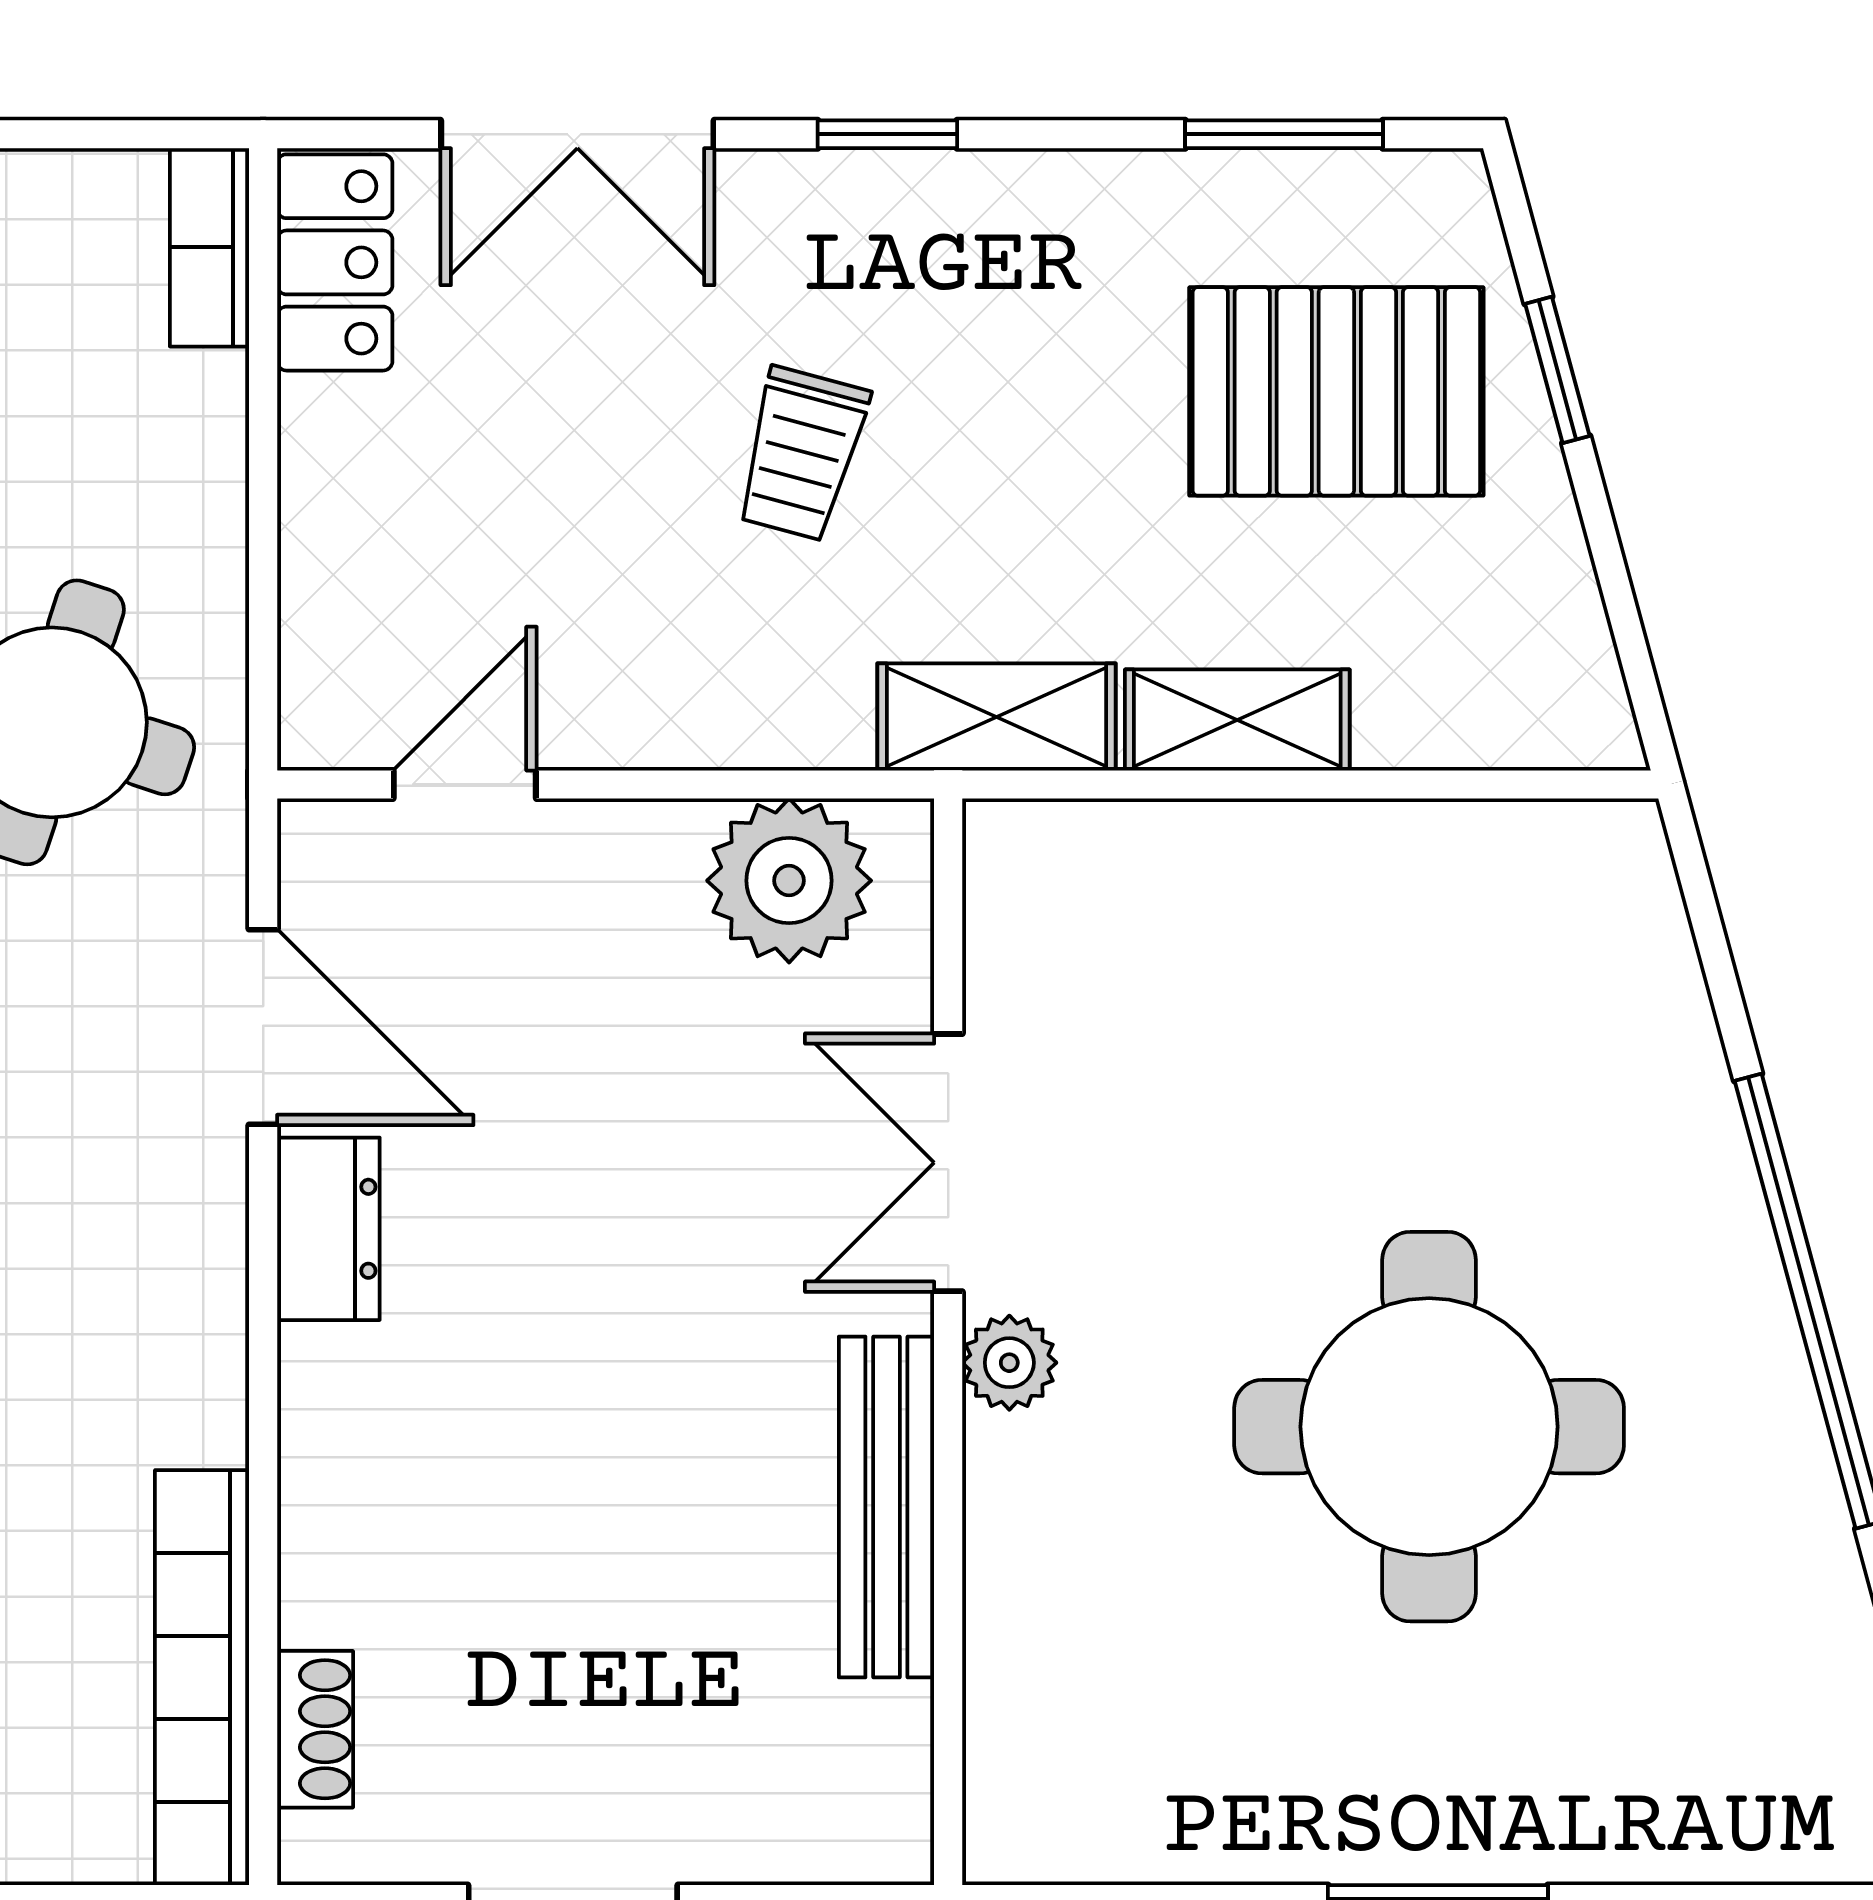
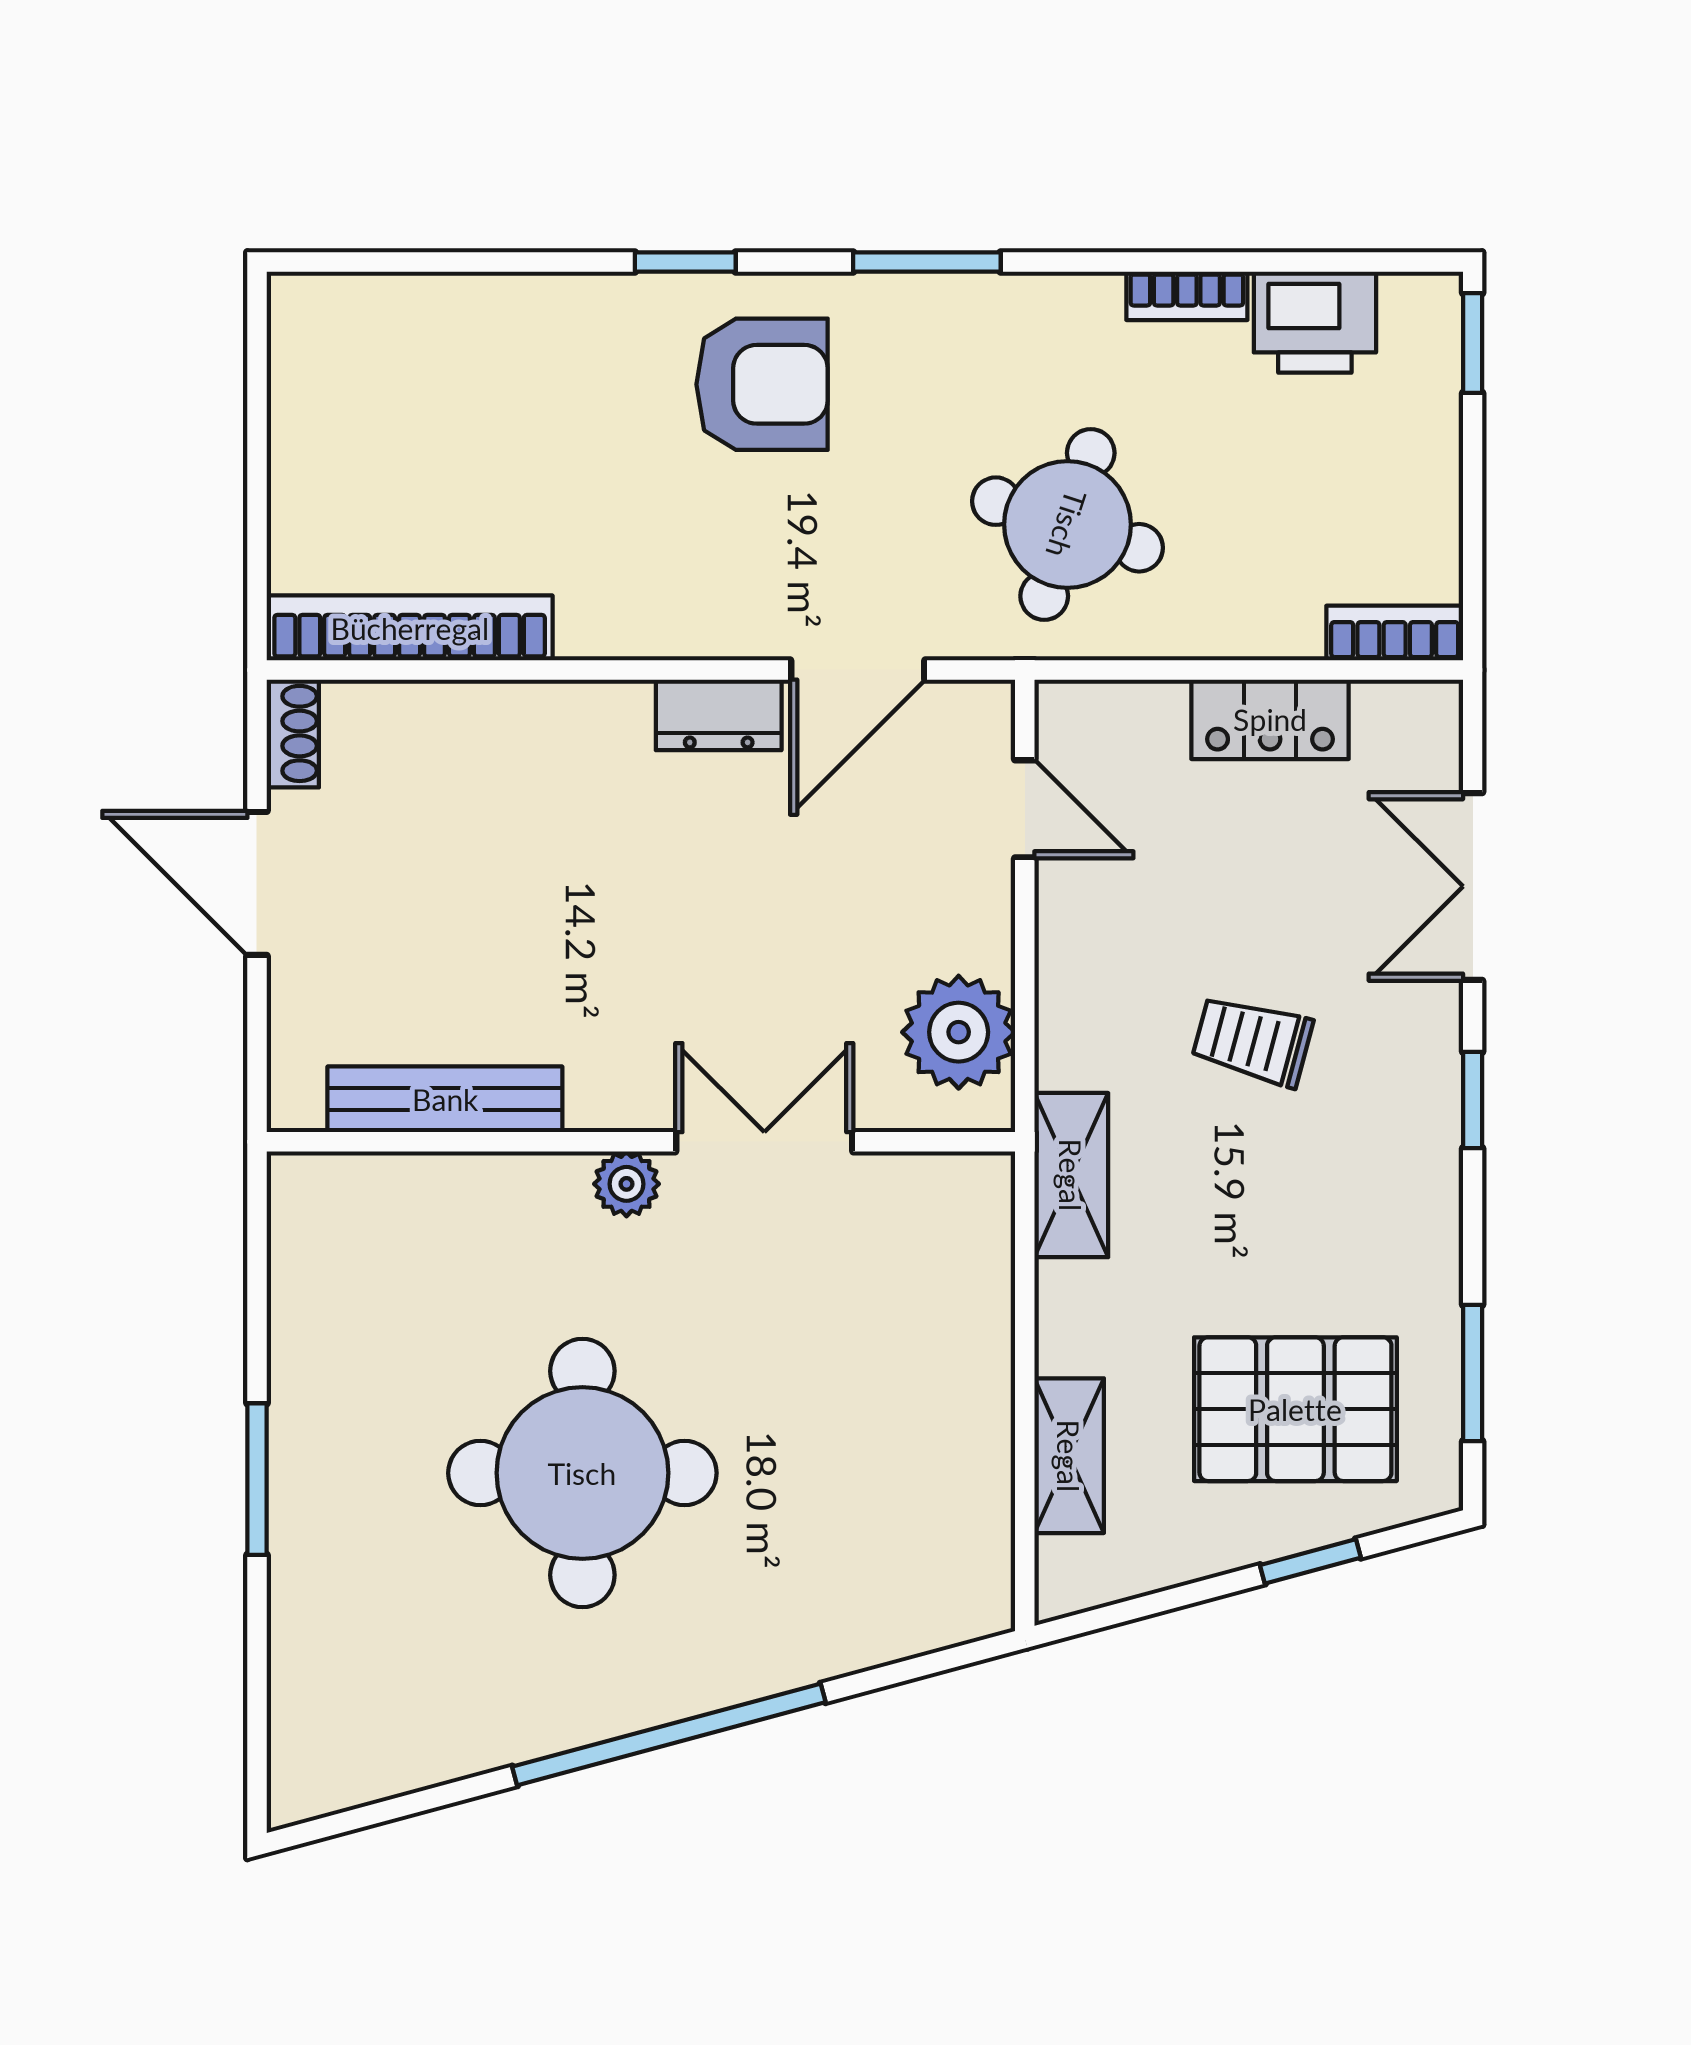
locker: (335, 262) -> (1270, 719), moved
pallet: (1336, 391) -> (1295, 1409), turned 90
shelving: (1237, 720) -> (1069, 1456), moved
bench: (886, 1507) -> (445, 1099), moved
shoe rack: (315, 1729) -> (293, 733), moved, turned -90

